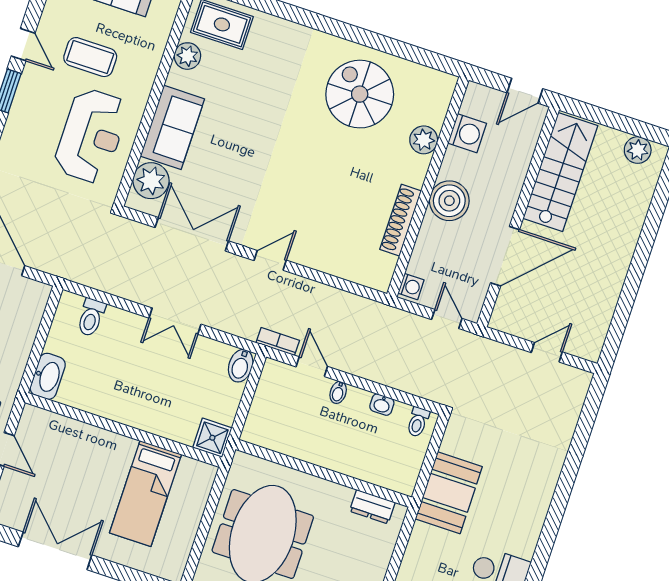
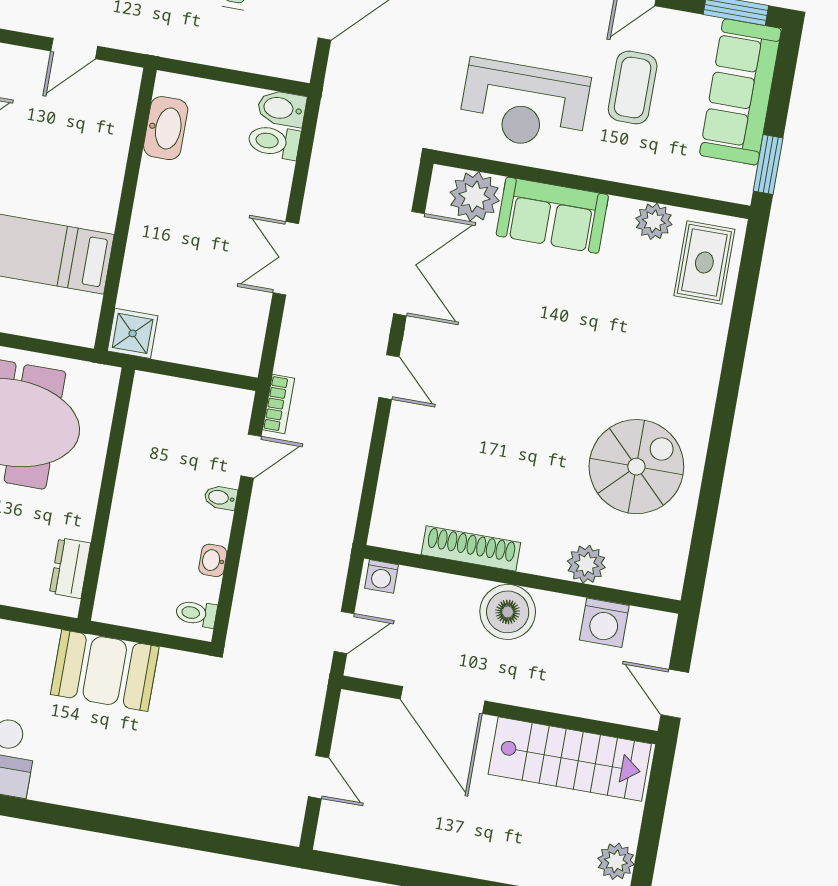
bidet: (241, 366) -> (282, 108), moved
washbasin: (48, 376) -> (166, 128), moved, turned -90

